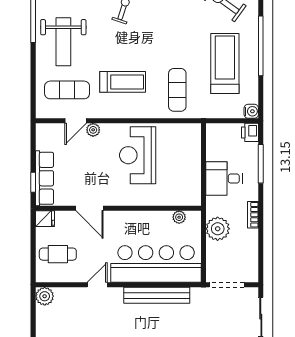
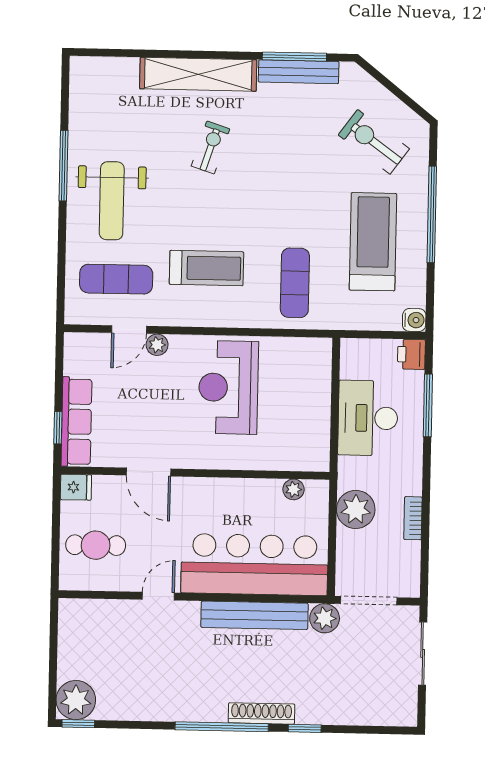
desk: (224, 179) -> (368, 418), width x1.37
bookcase: (253, 215) -> (413, 518), moved
plant: (45, 296) -> (325, 618), moved

